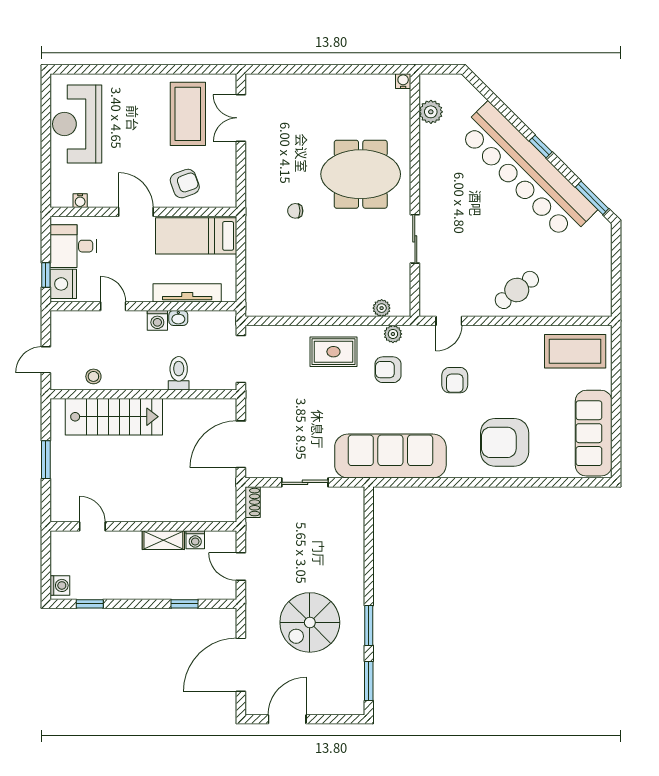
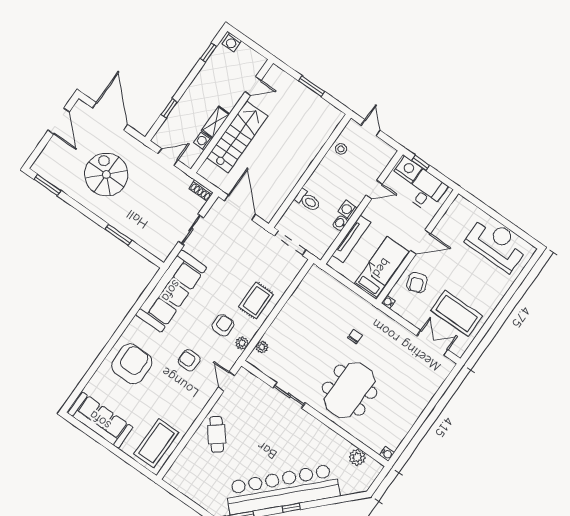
water cooler: (80, 201) -> (388, 302), moved
stairs: (114, 417) -> (237, 137), moved, turned 180
window: (369, 625) -> (118, 235), moved

